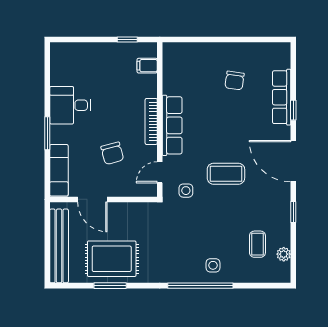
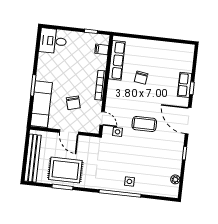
chair: (235, 81) -> (141, 78), moved
row of seats: (282, 97) -> (185, 85), width x0.68
desk: (70, 105) -> (53, 41), moved
row of seats: (172, 125) -> (117, 60), moved
exam couch: (59, 170) -> (41, 104), width x1.36, depth x1.45
door: (160, 172) -> (102, 118), swing flipped
door: (92, 199) -> (69, 132), moved
coffee table: (257, 244) -> (159, 171), removed

